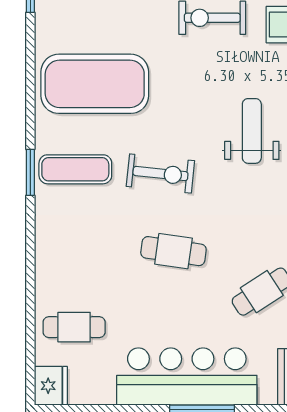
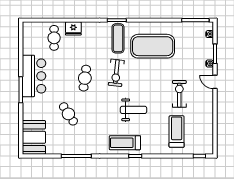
exercise mat: (95, 84) -> (153, 46), turned 90
bar counter: (187, 377) -> (34, 76), width x0.73
fridge: (51, 386) -> (73, 28), moved

